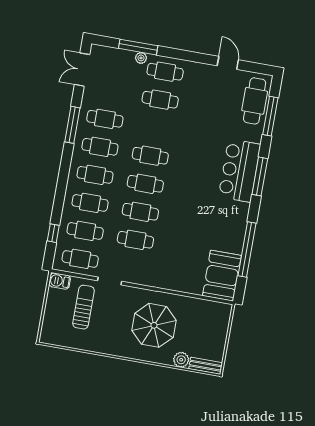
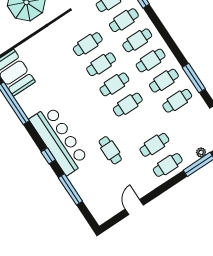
plant: (141, 58) -> (201, 152), moved
door: (228, 63) -> (134, 207), swing flipped
cafe table: (255, 101) -> (110, 150), moved, width x0.73, depth x0.74
window: (270, 116) -> (70, 189), moved
bar counter: (240, 171) -> (59, 140), width x1.36
window: (260, 176) -> (48, 156), width x0.46

